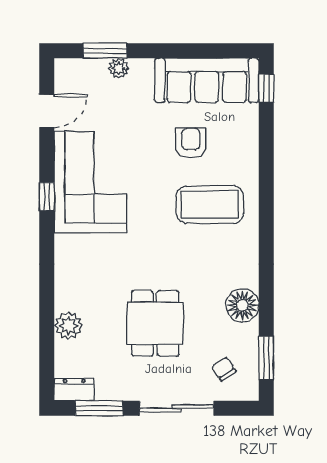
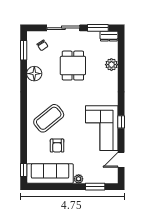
plant: (119, 68) -> (79, 179), moved
coffee table: (210, 205) -> (49, 118), turned -39

